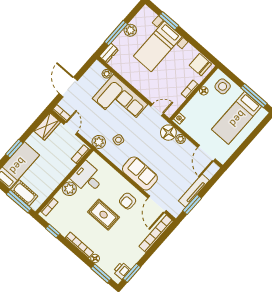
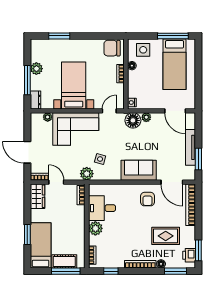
bed with nightstands: (158, 46) -> (74, 85), moved, turned 180
rug: (104, 215) -> (166, 236), moved

